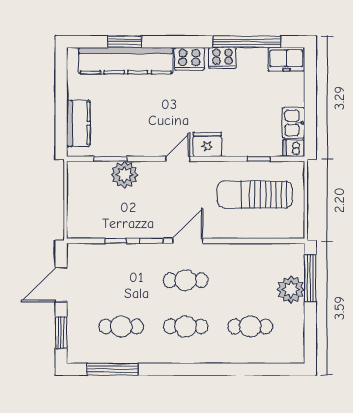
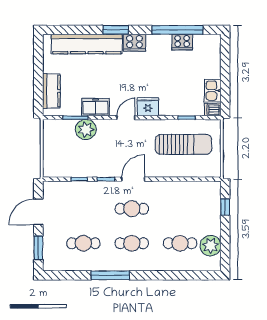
window: (125, 42) -> (116, 30), moved
cooker: (222, 58) -> (182, 42), moved
freezer: (286, 59) -> (95, 107), moved, turned 180
sun lounger: (255, 195) -> (183, 144), turned 180
window: (310, 278) -> (225, 207), width x0.46
plant: (291, 290) -> (211, 246), moved
window: (113, 369) -> (110, 275), moved

